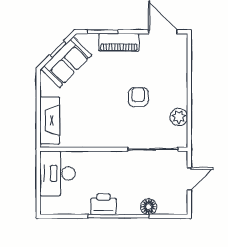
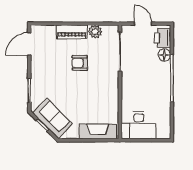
piano: (119, 42) -> (72, 32), moved, turned 90
printer: (104, 204) -> (162, 38), moved

